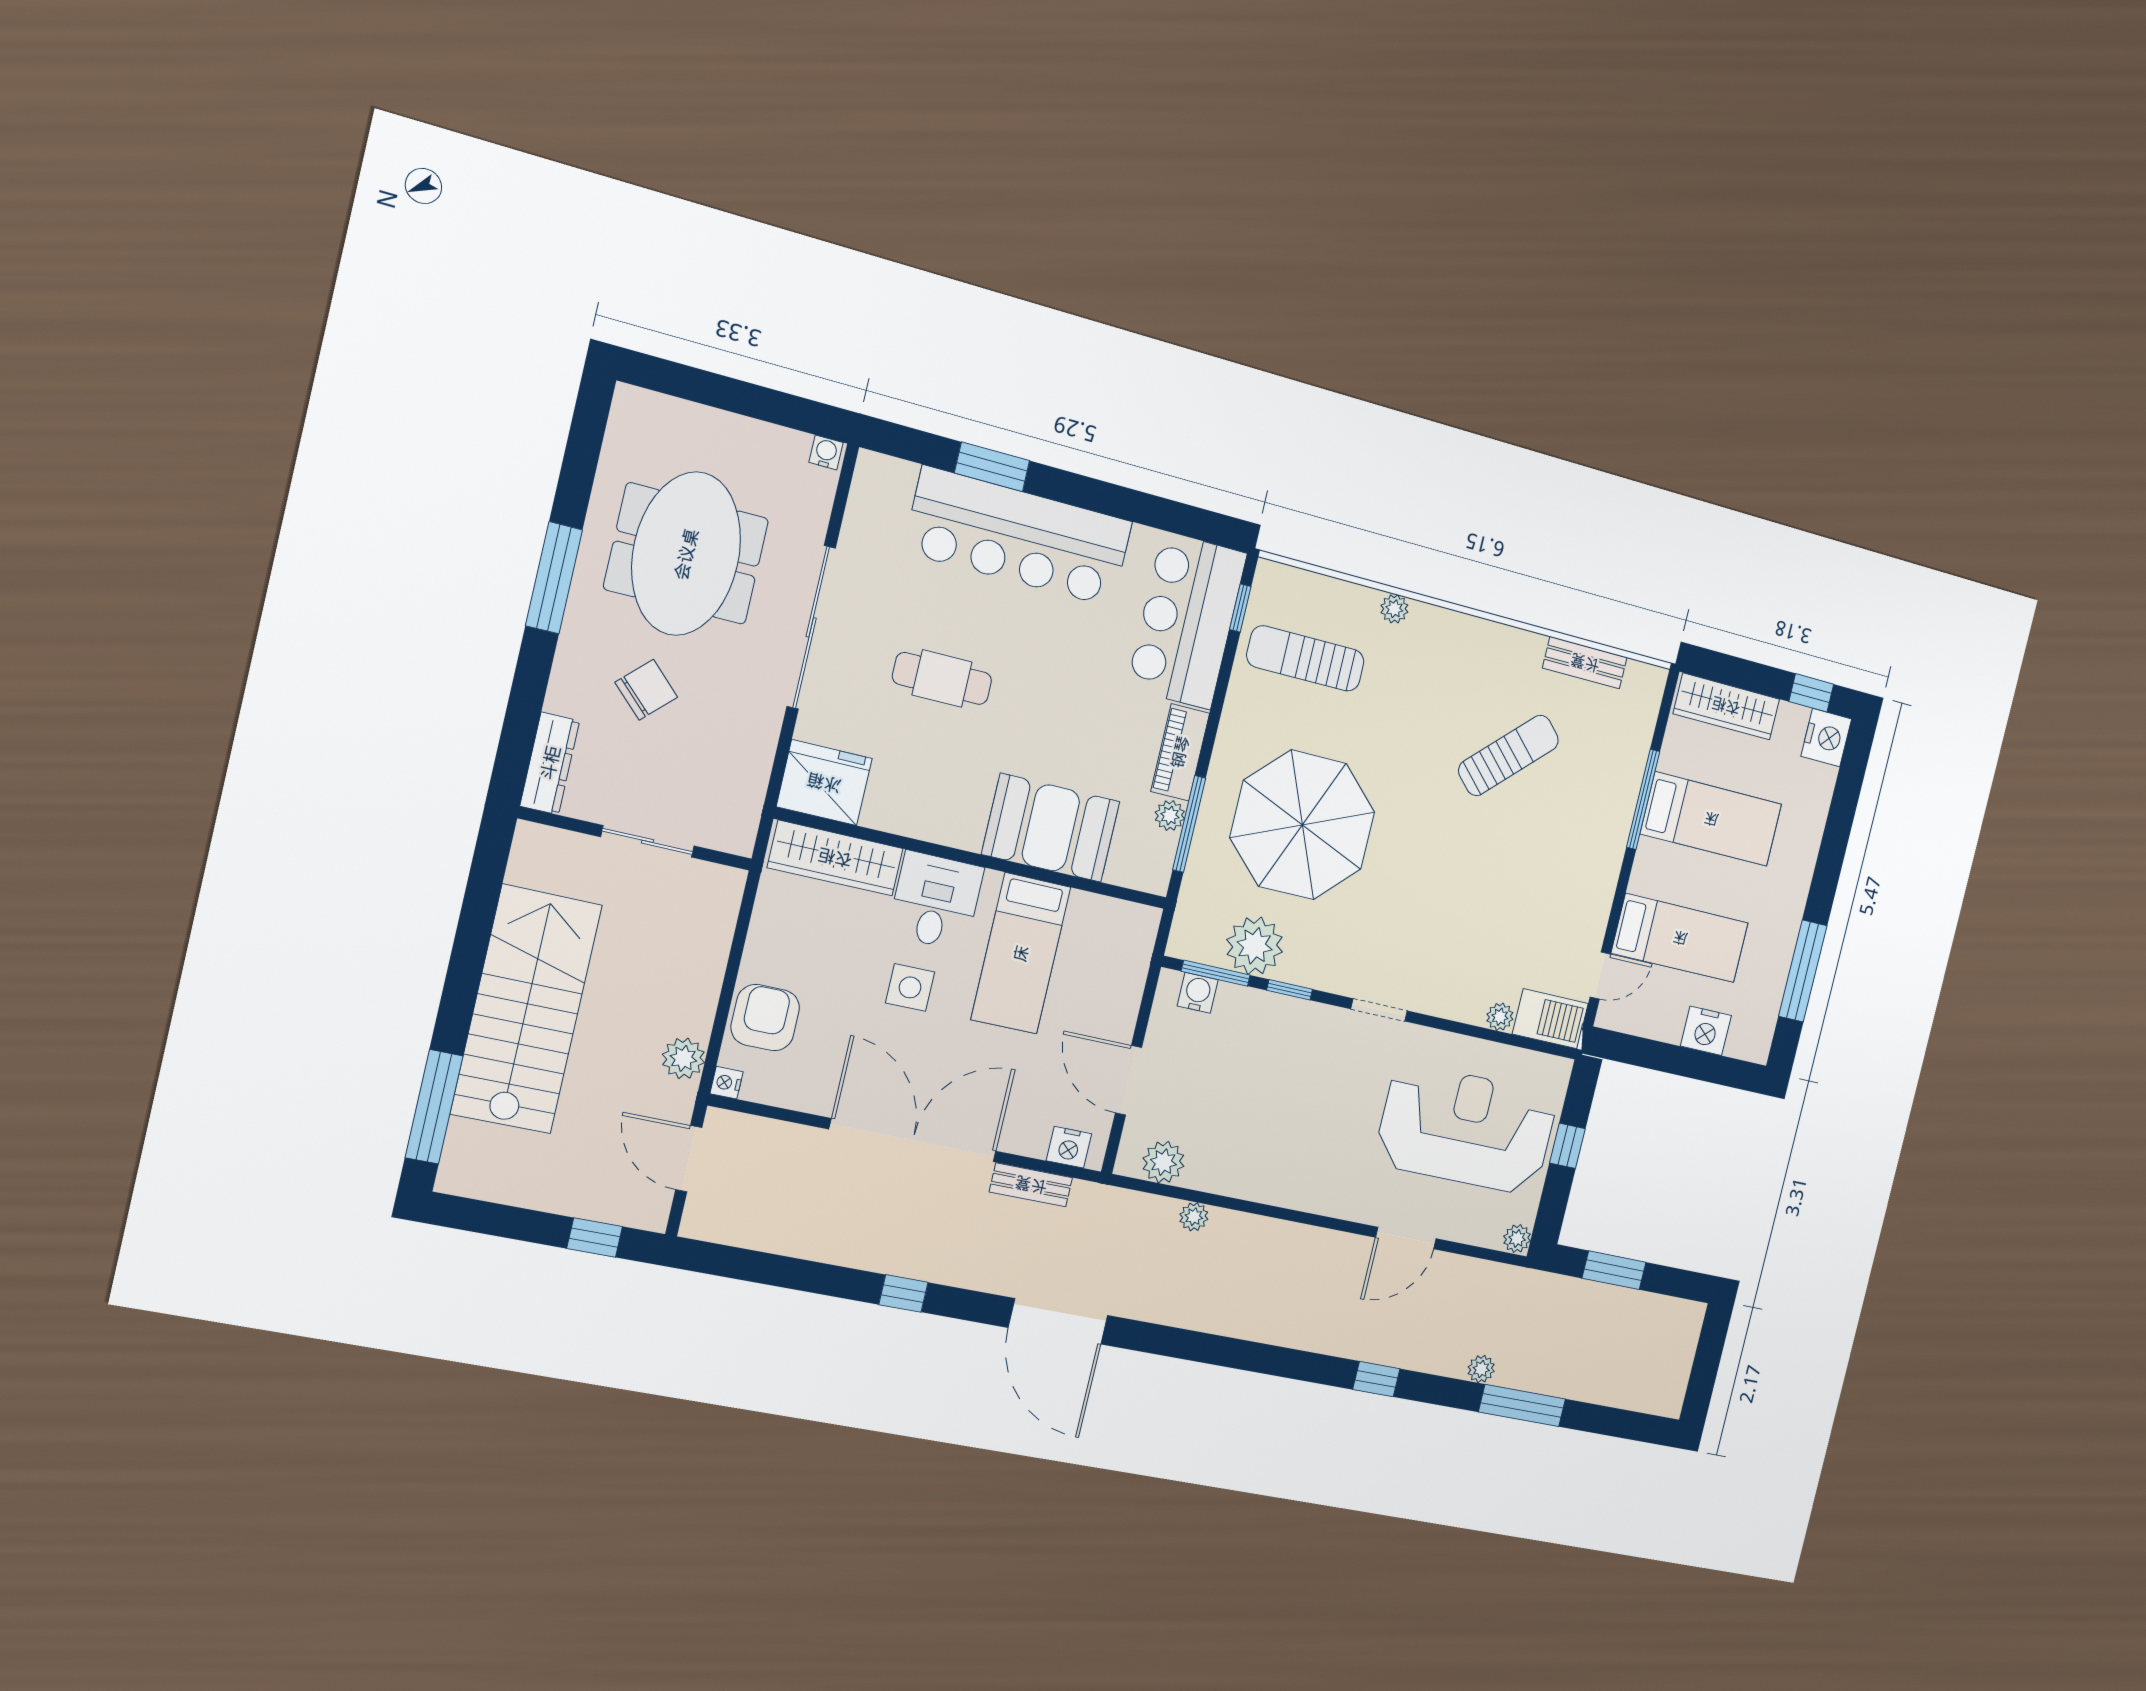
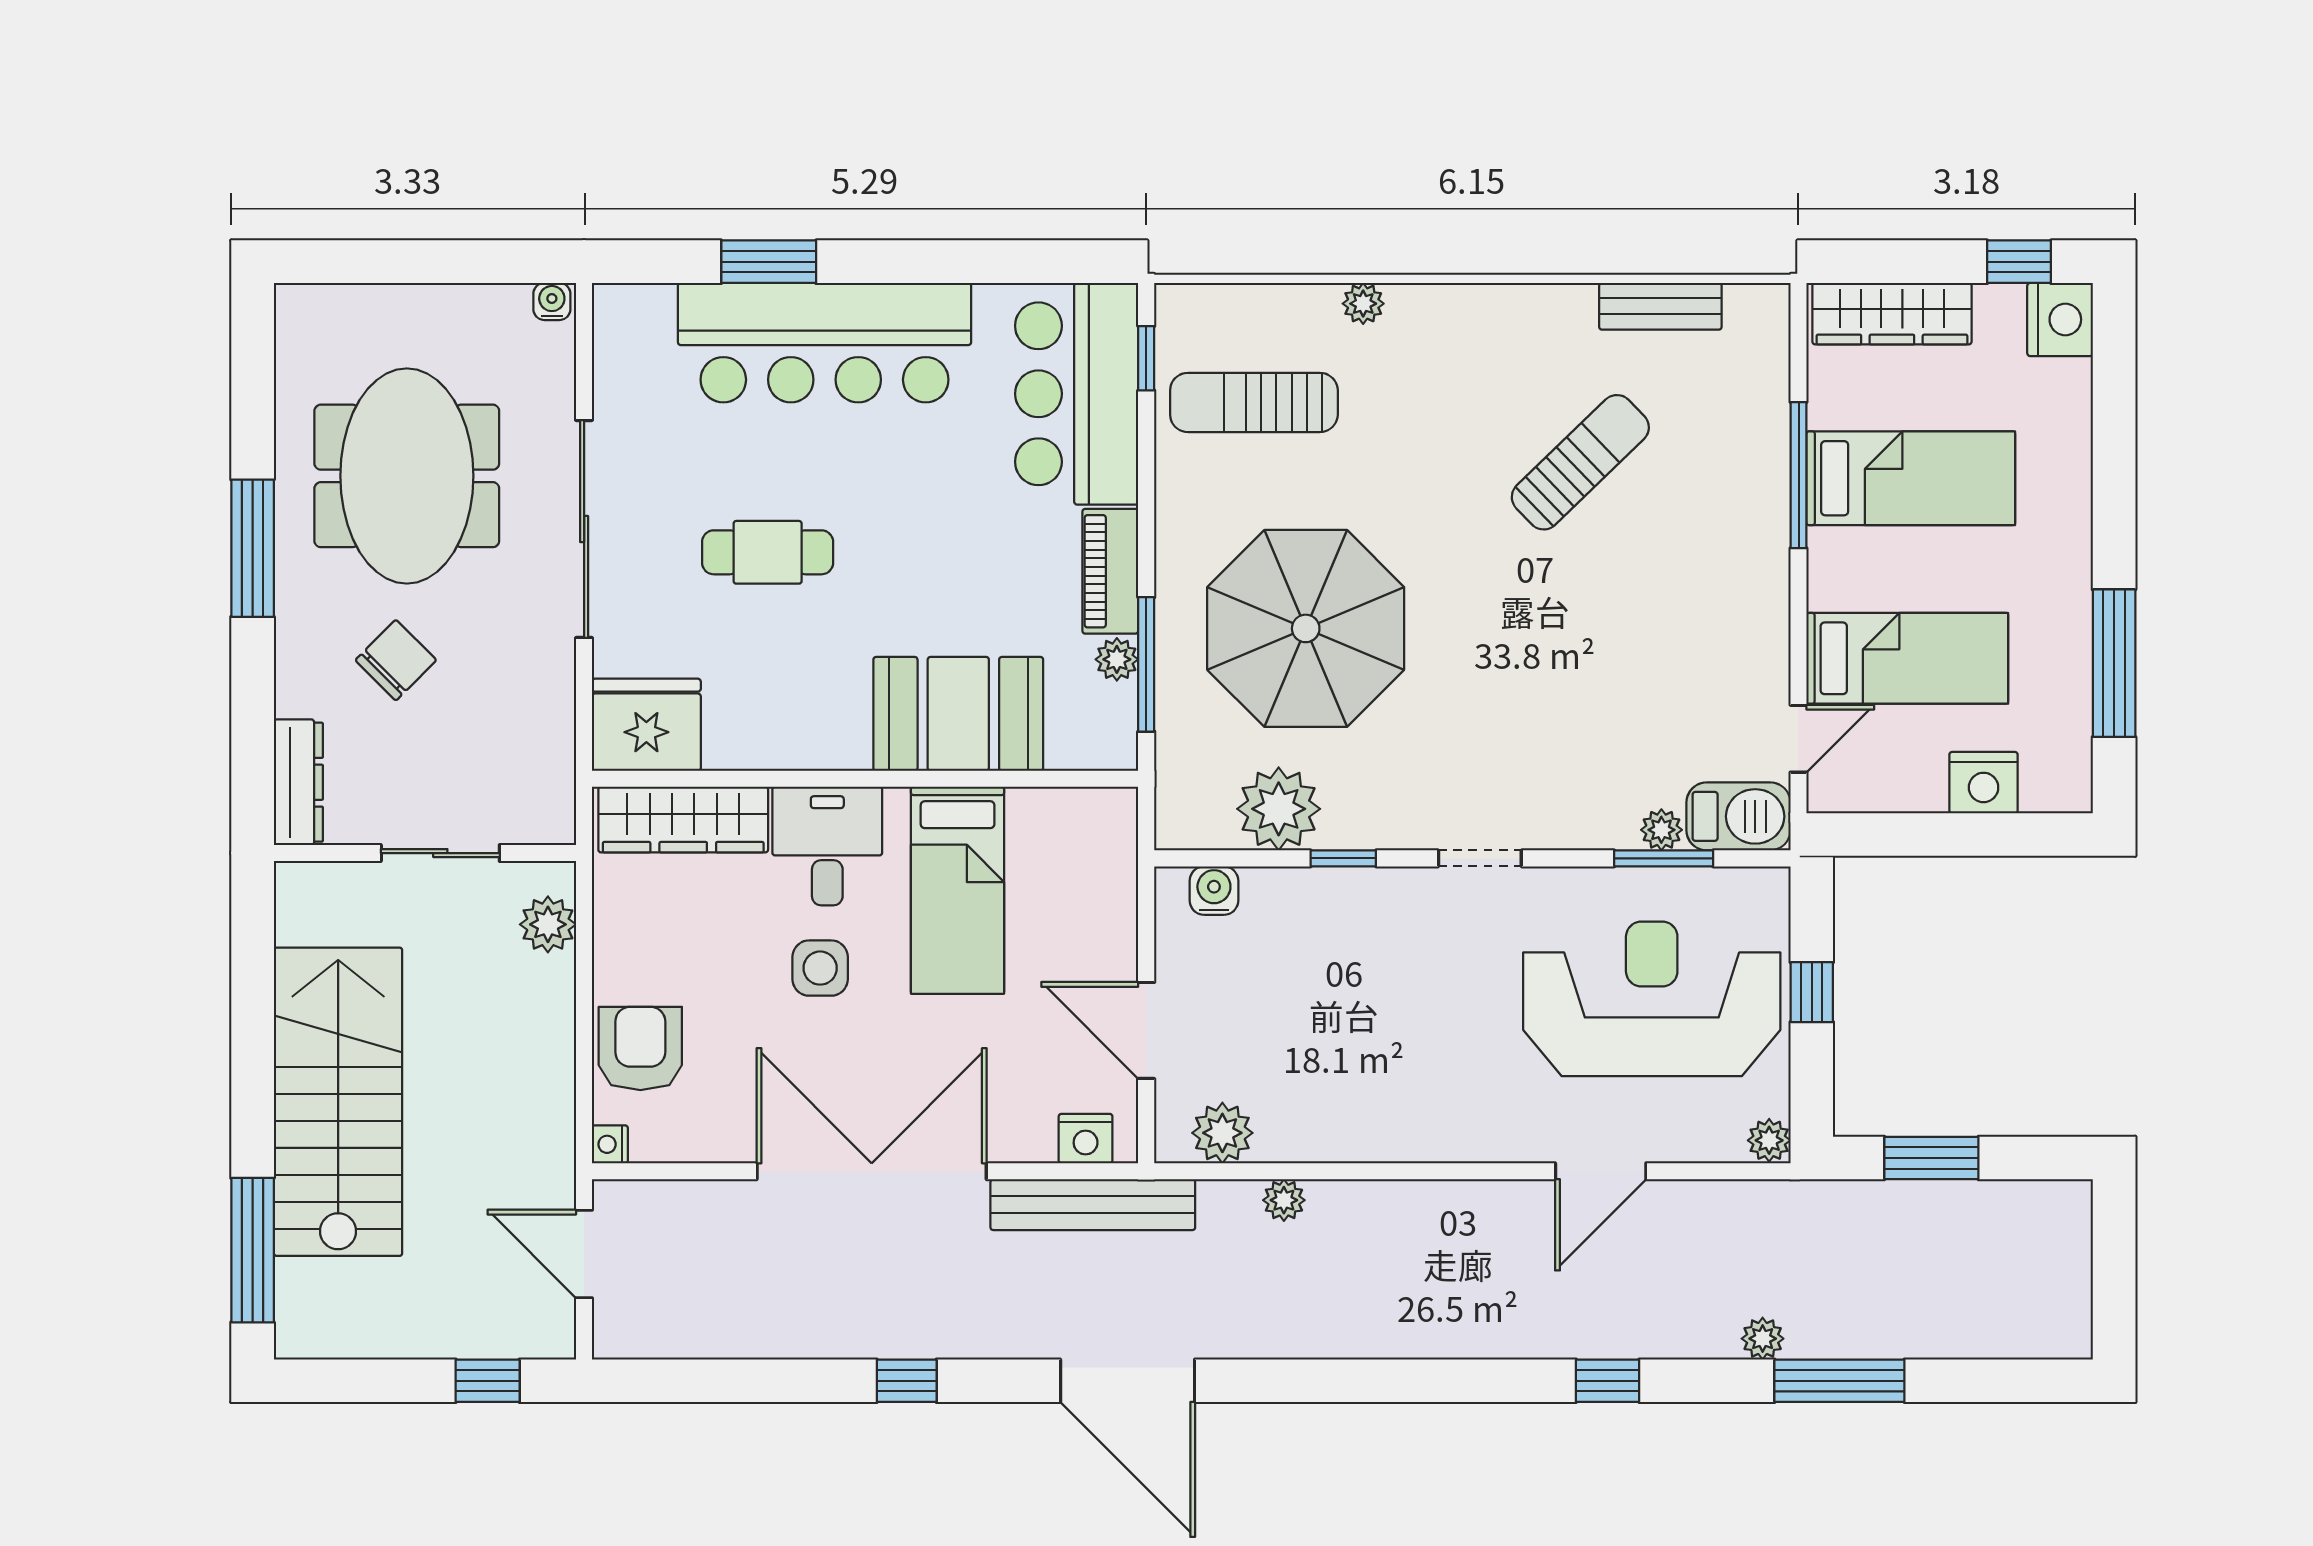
window: (1216, 973) -> (1664, 858), moved
plant: (683, 1058) -> (548, 924), moved
bench: (1031, 1185) -> (1093, 1205), width x1.86, depth x1.21

